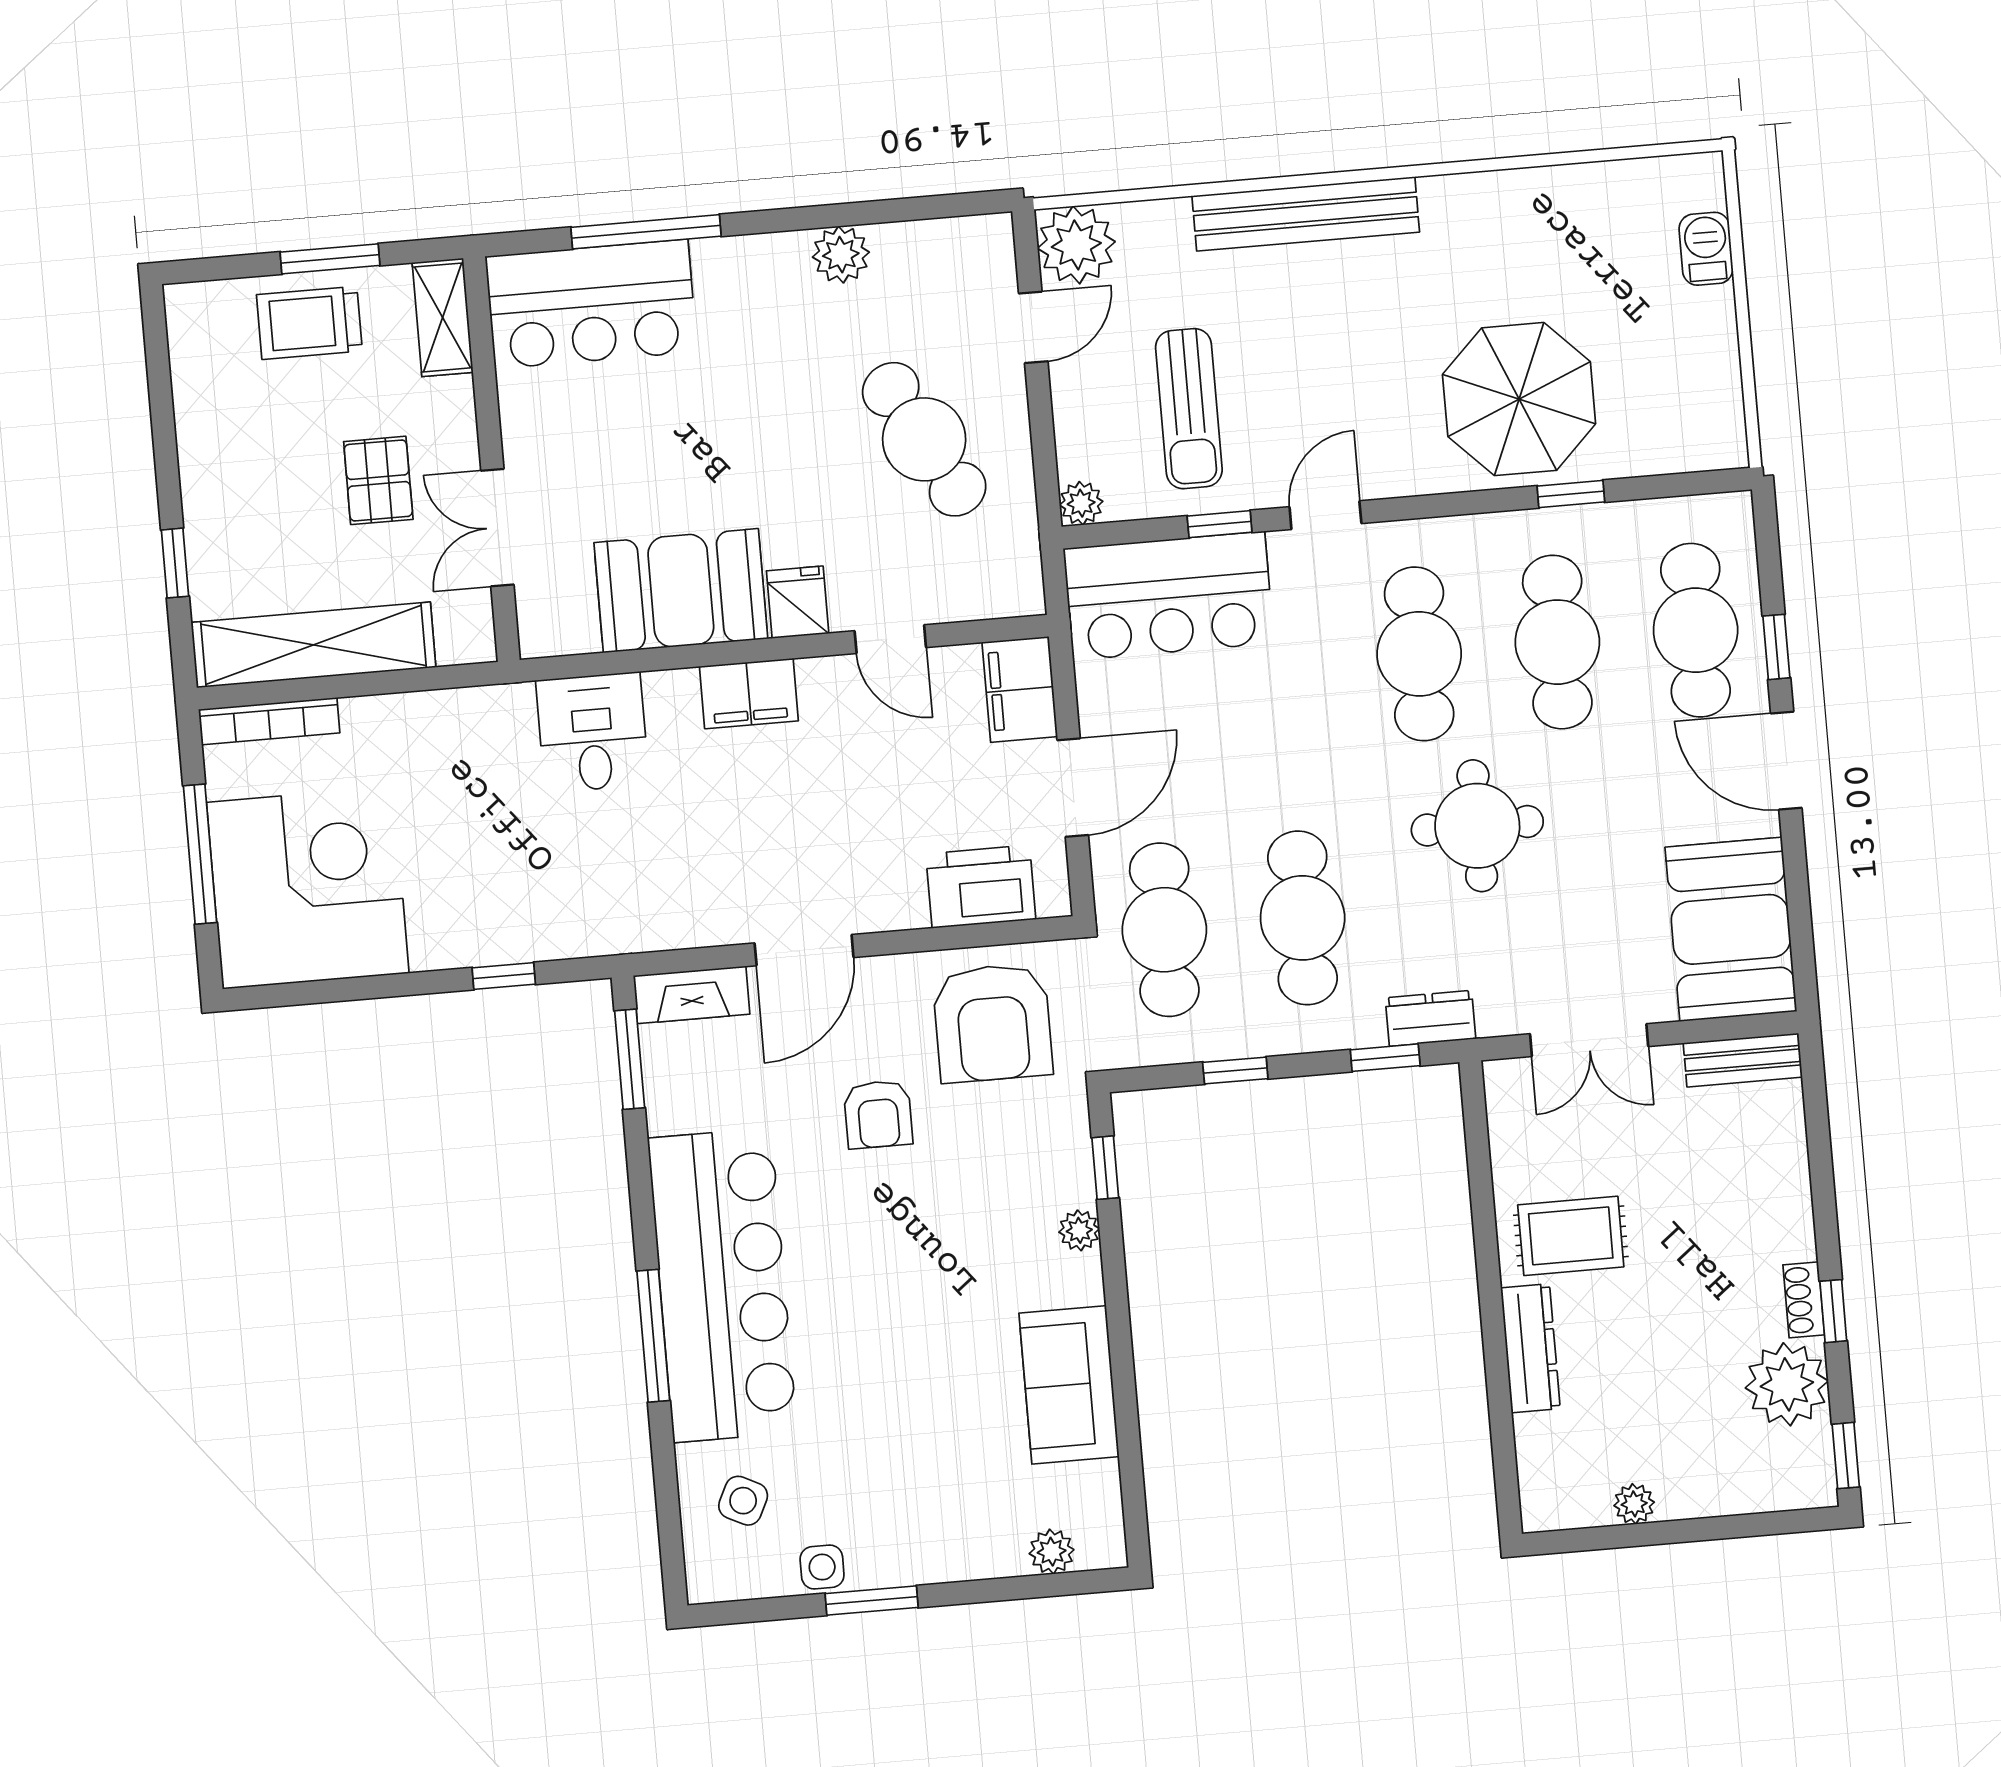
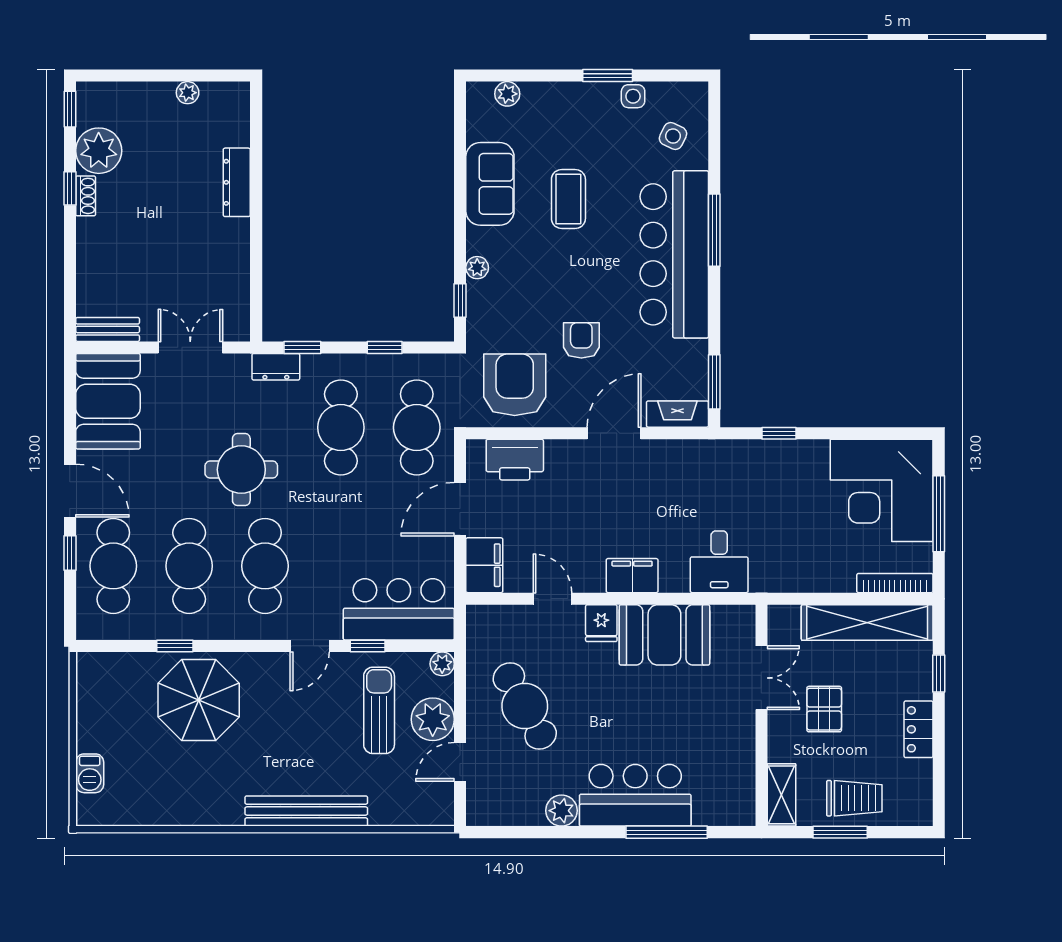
plant: (1076, 245) -> (433, 719), moved
bar counter: (591, 304) -> (635, 795), moved
locker: (203, 458) -> (919, 729), added
rug: (1571, 1236) -> (210, 242), removed
coffee table: (924, 1370) -> (568, 199), added

